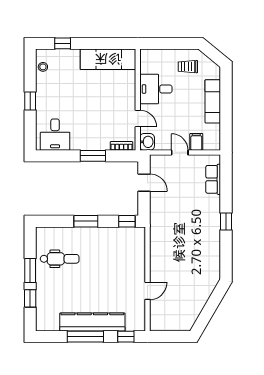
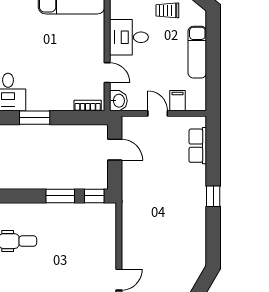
window: (93, 156) -> (35, 118), moved
window: (86, 221) -> (60, 196), moved

